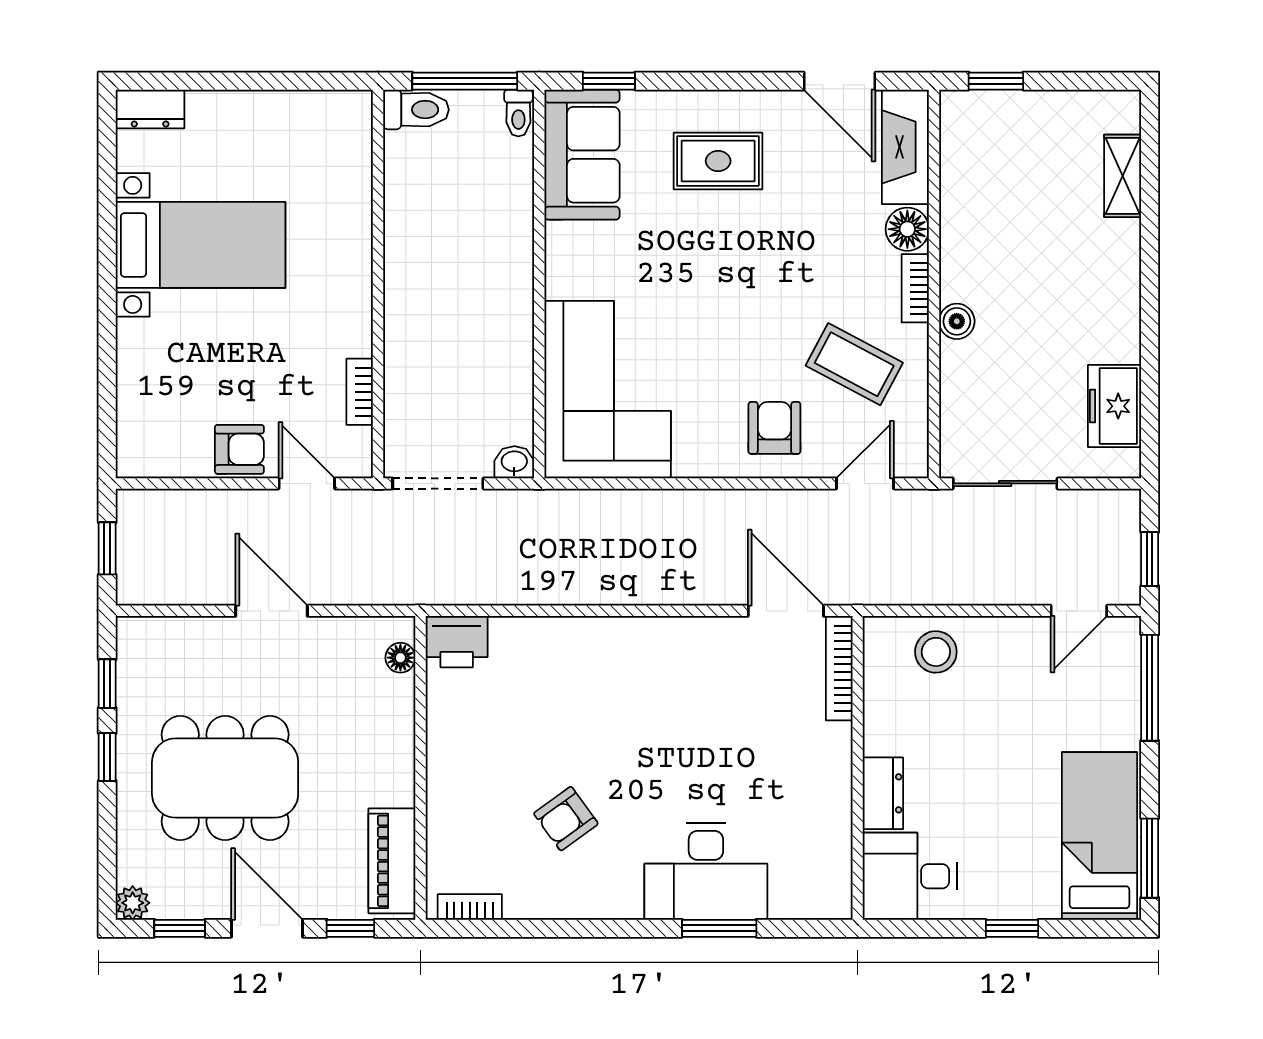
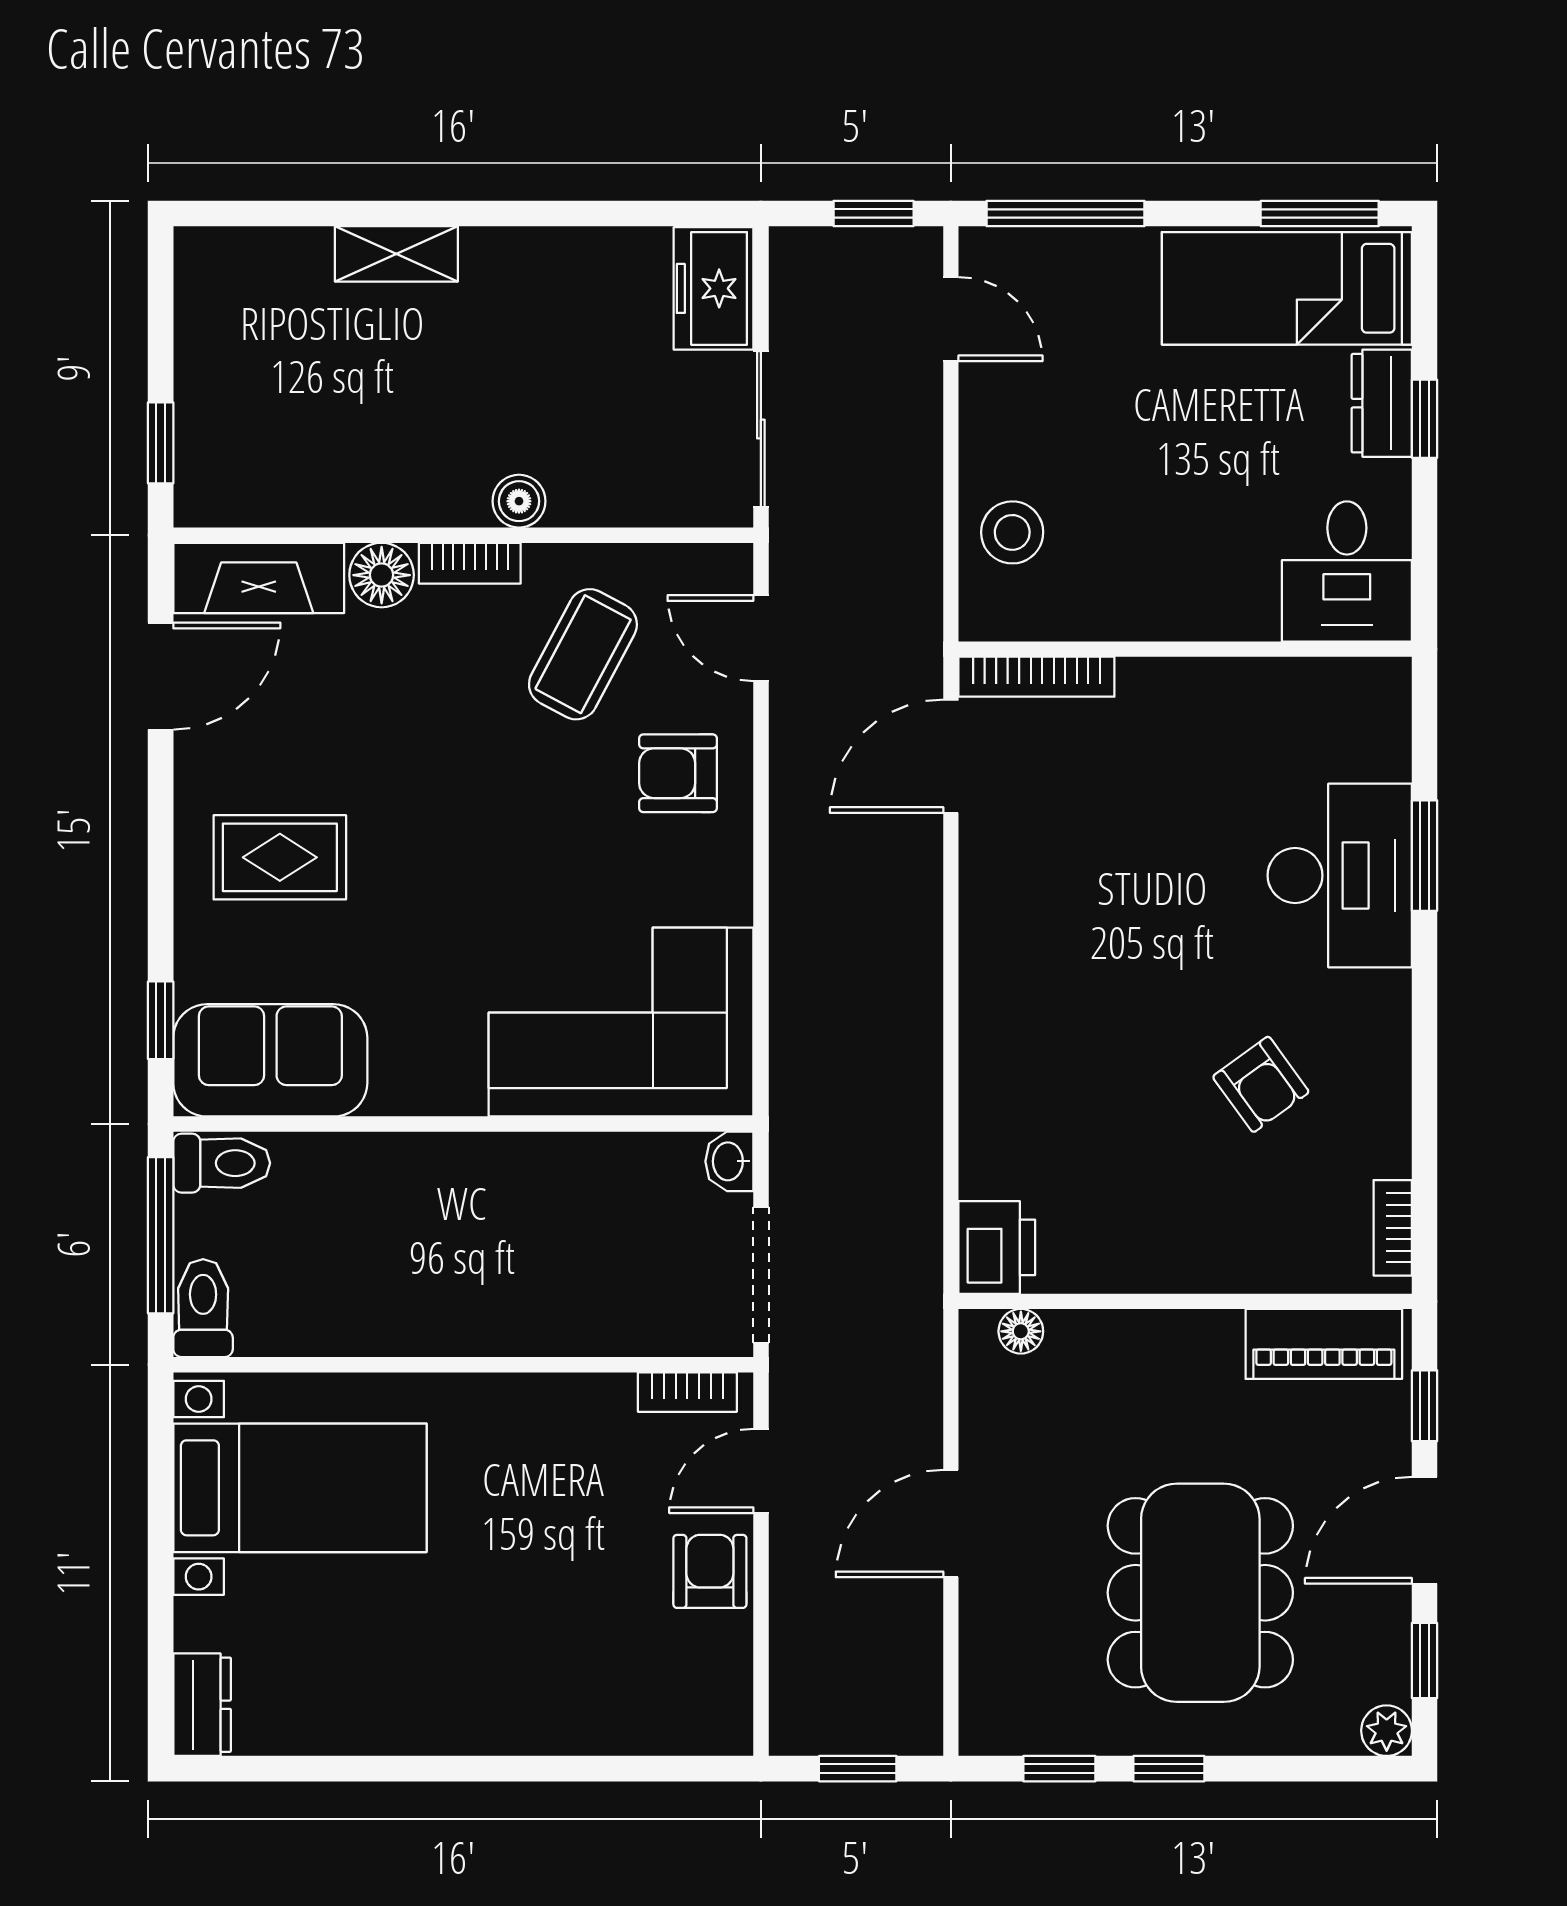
toilet: (518, 113) -> (222, 1163), width x1.37, depth x1.39
rug: (718, 161) -> (280, 857), turned 90
shelving: (1123, 176) -> (396, 254), moved
bed with nightstands: (201, 245) -> (300, 1488), moved, turned 90
bookcase: (360, 392) -> (687, 1392), moved
freezer: (1114, 406) -> (713, 288), moved, turned 90
dresser: (883, 793) -> (1382, 403), moved, turned -90

